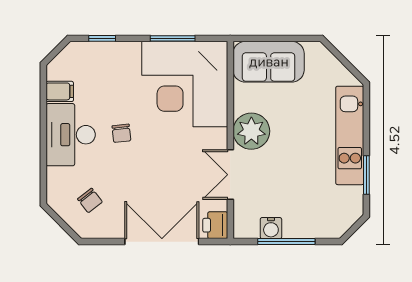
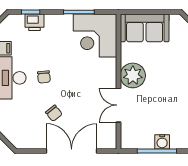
corner desk: (185, 84) -> (95, 35), width x0.74, depth x0.74
chair: (90, 200) -> (54, 113), moved
printer: (215, 225) -> (35, 22), moved, turned -90
water cooler: (271, 228) -> (162, 142), moved

